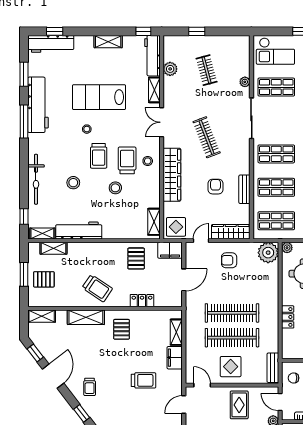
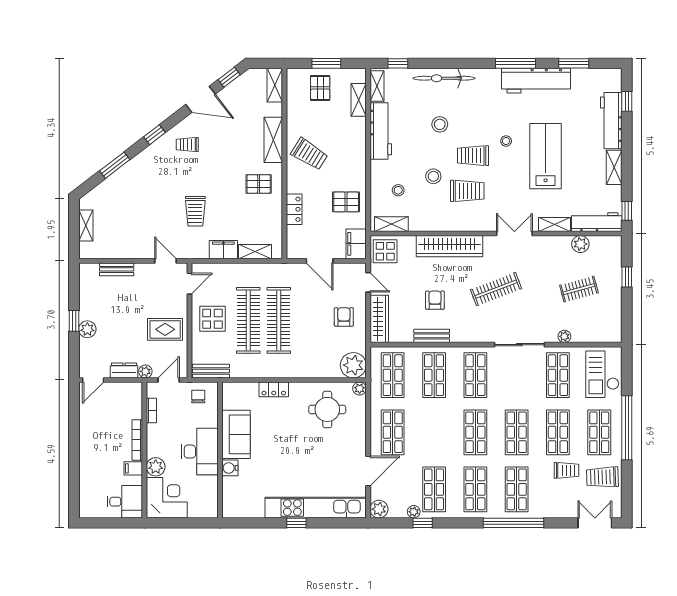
workbench: (51, 44) -> (611, 121), moved
stool: (148, 161) -> (398, 190), moved
armchair: (215, 187) -> (435, 300), turned -90
trolley: (97, 288) -> (309, 154), turned -92

